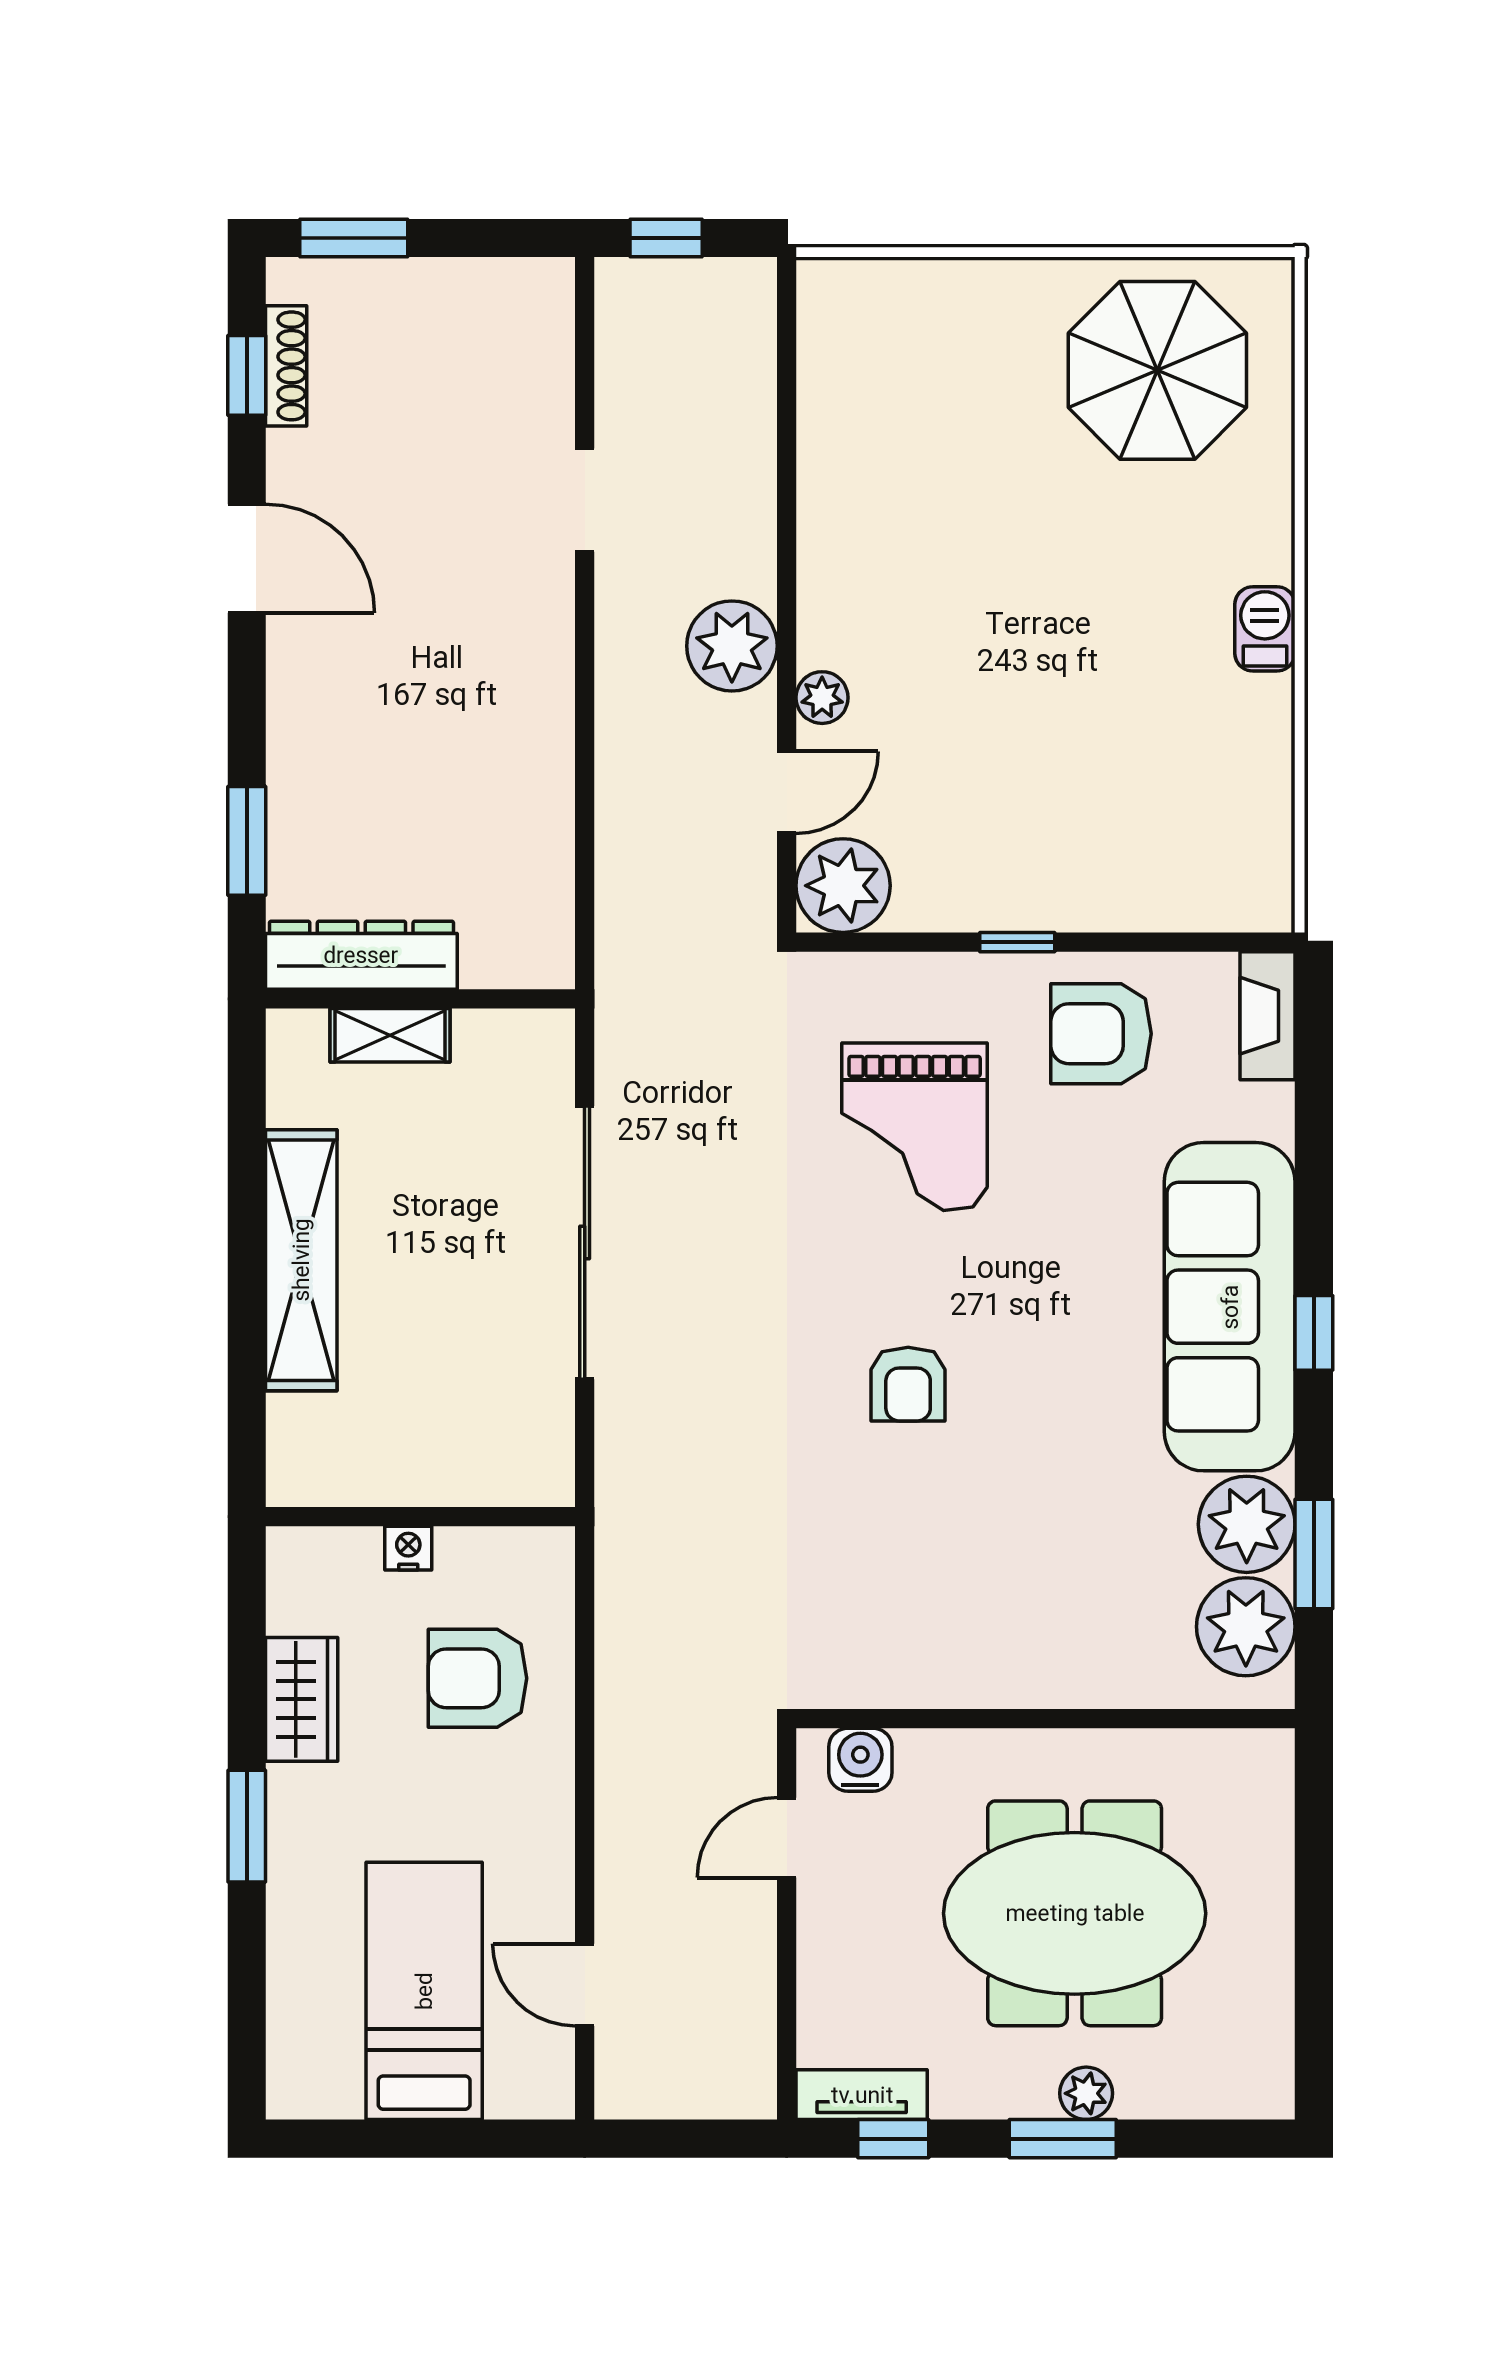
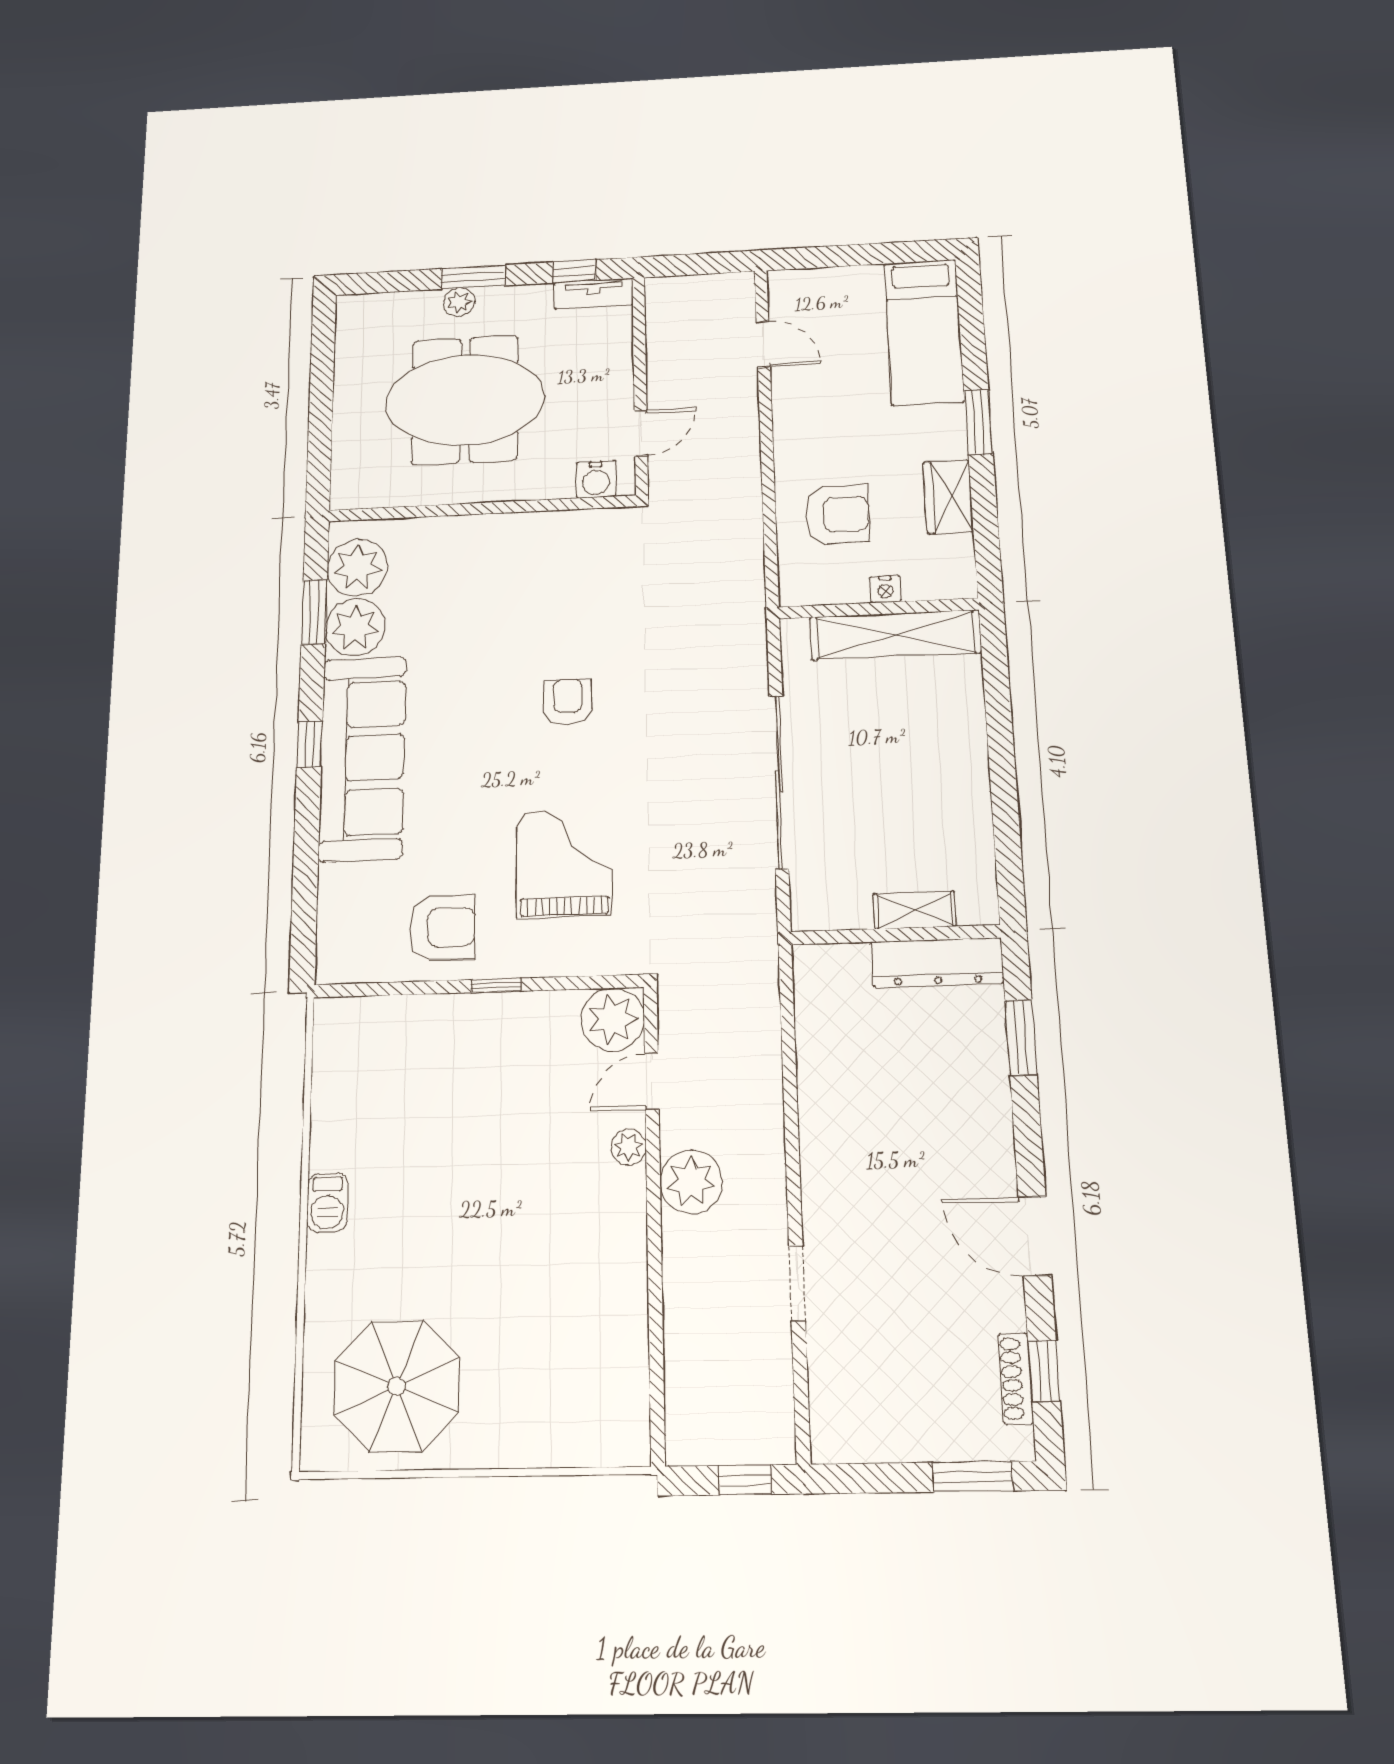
fireplace: (1267, 1016) -> (333, 943), removed
shelving: (301, 1260) -> (895, 635), moved, turned 90
bed: (424, 1991) -> (924, 332), moved

